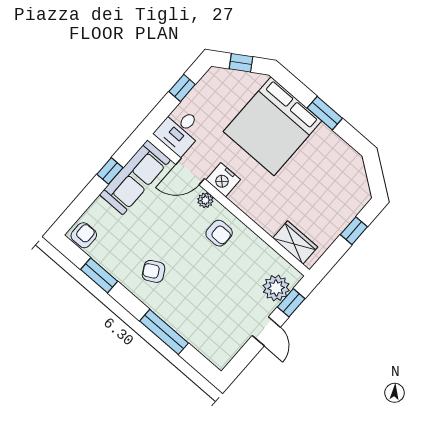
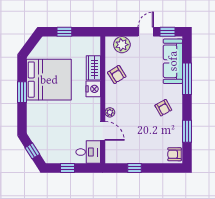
bed: (273, 126) -> (49, 80), moved
sofa: (135, 177) -> (173, 61), moved, turned -90
nightstand: (223, 180) -> (93, 89), moved
armchair: (219, 233) -> (117, 75), moved, turned 148
wardrobe: (295, 243) -> (93, 68), moved
window: (291, 303) -> (168, 32), moved

